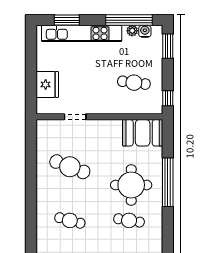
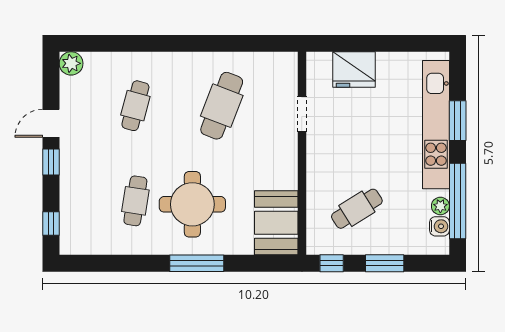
window: (67, 20) -> (458, 121), moved
window: (168, 46) -> (385, 263), moved
cafe table: (134, 83) -> (357, 209), turned 51
window: (168, 182) -> (197, 263), width x0.68

